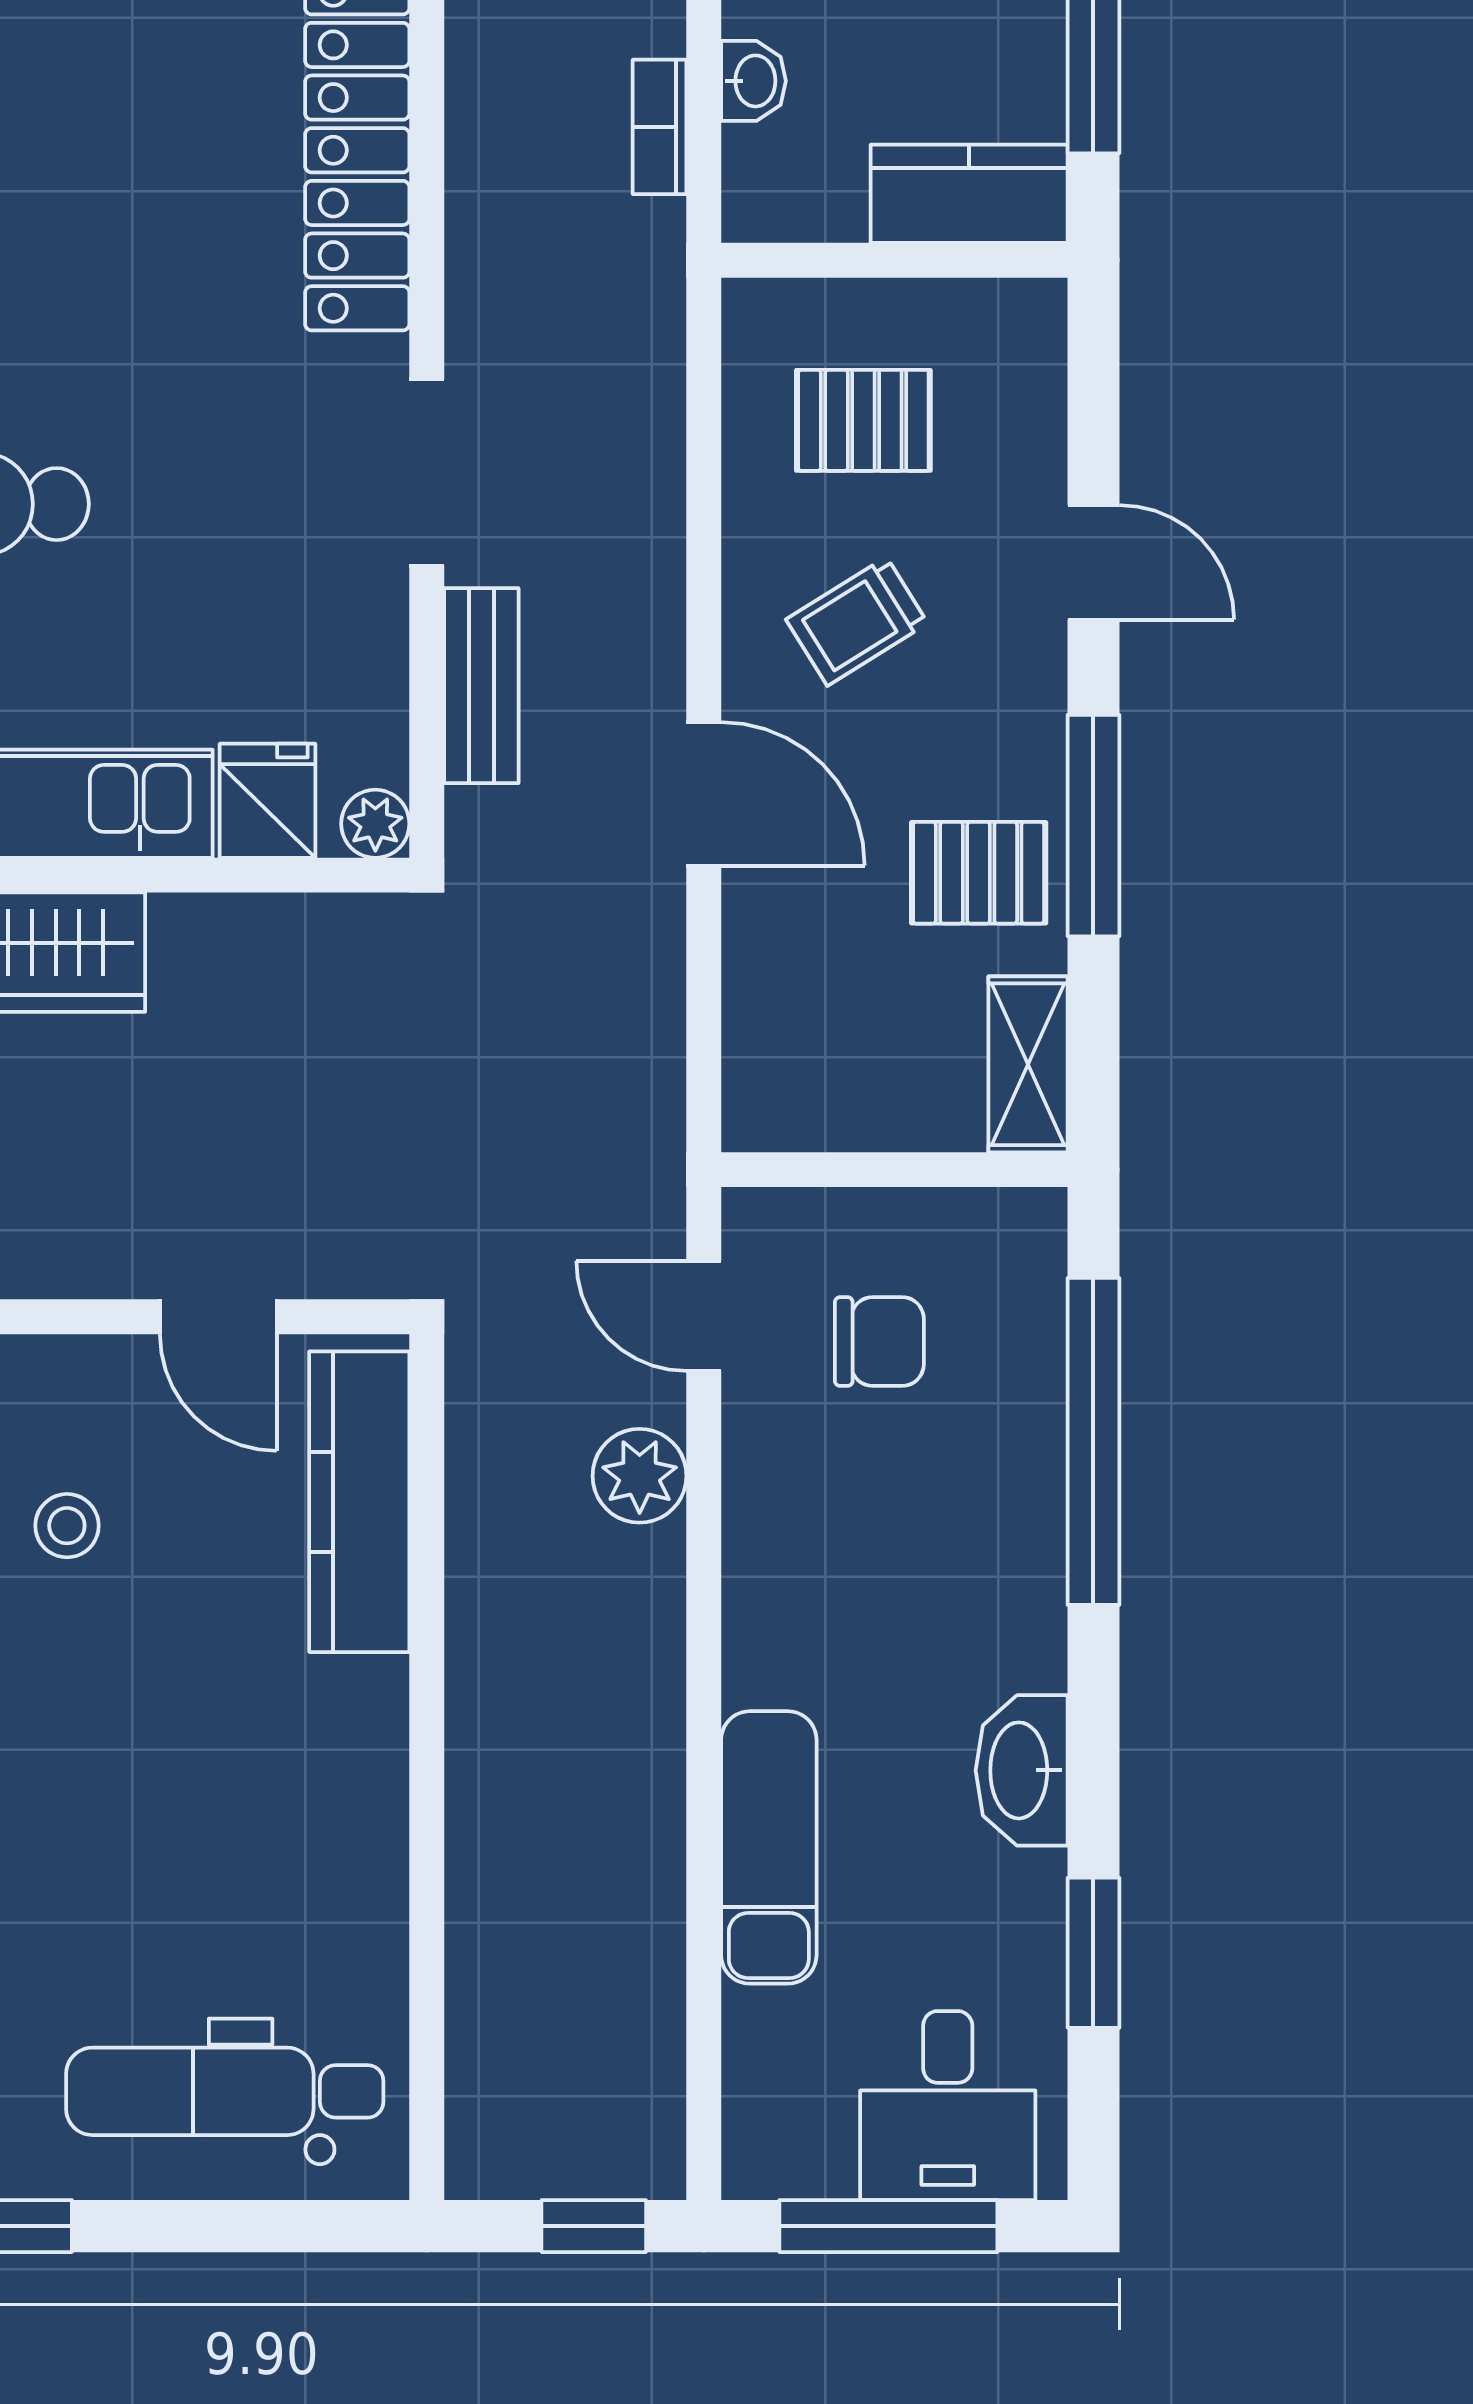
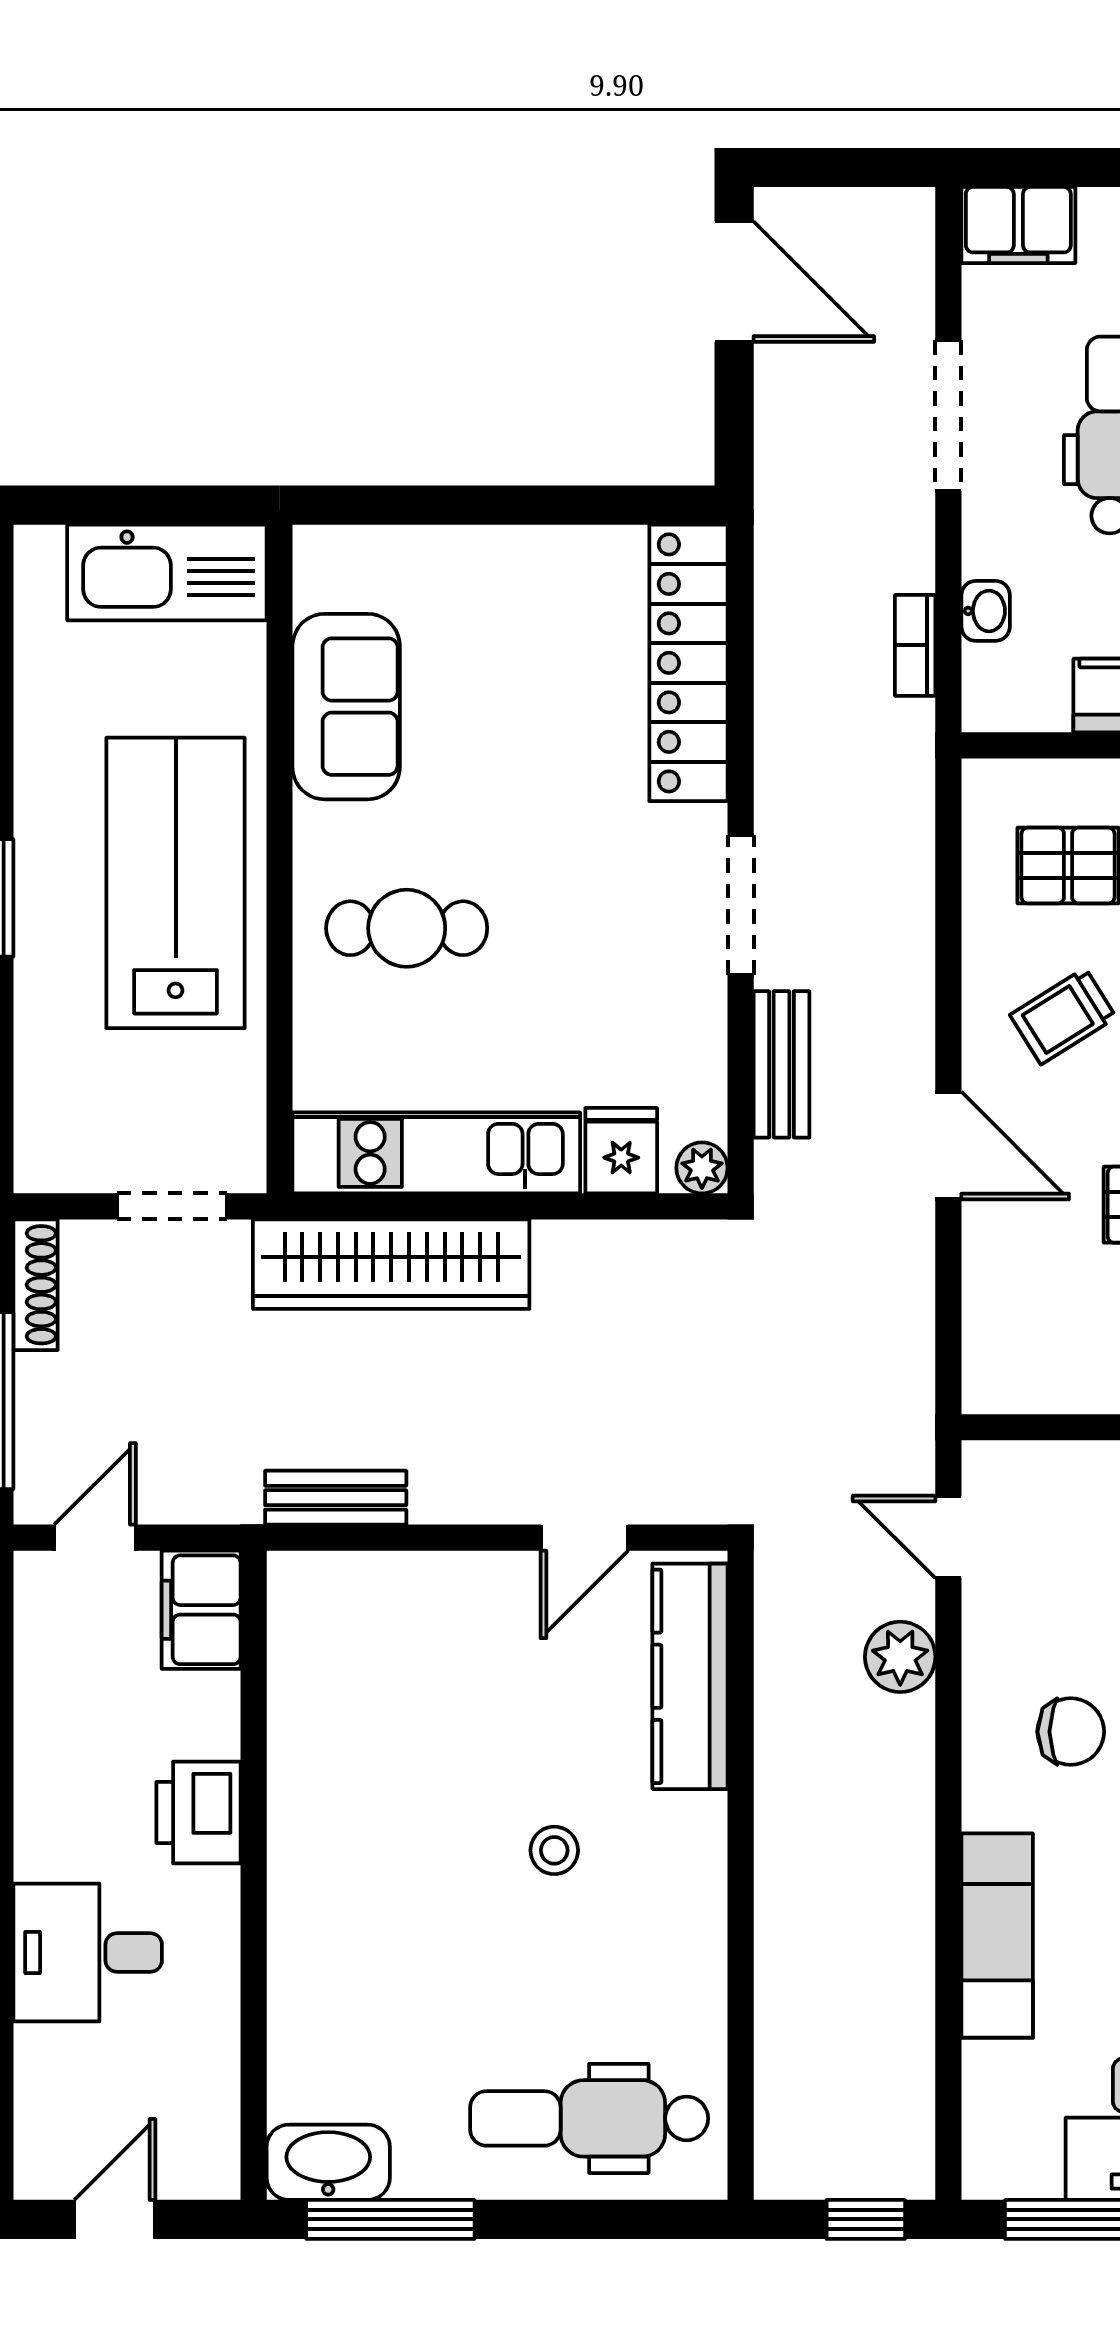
door: (218, 1317) -> (584, 1538), hinge flipped
chair: (879, 1342) -> (1071, 1732), moved
stool: (67, 1526) -> (554, 1850), moved

